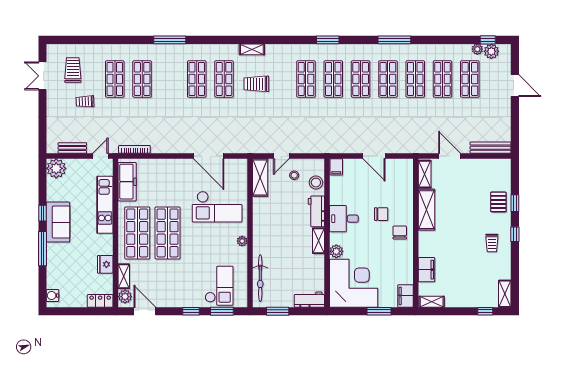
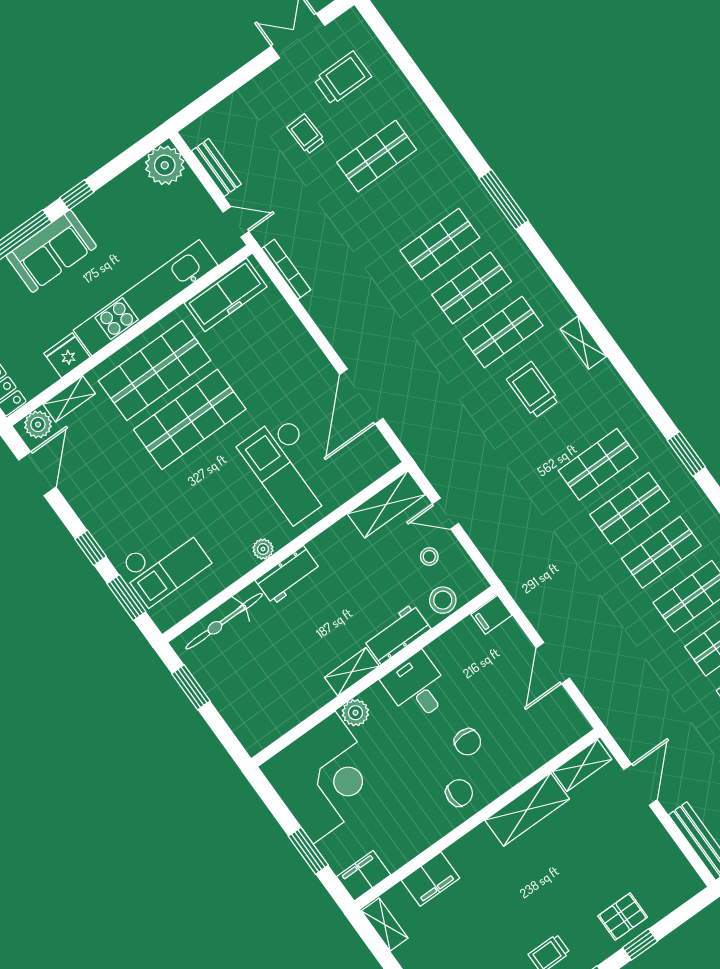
shop shelf: (142, 79) -> (440, 244), moved
kitchen unit: (105, 205) -> (146, 298), width x1.36
sofa: (58, 222) -> (51, 251), moved
workbench: (309, 300) -> (288, 575), moved, turned 90

